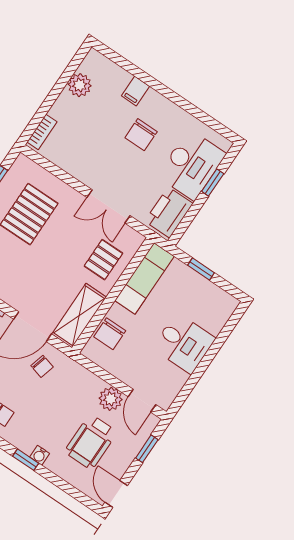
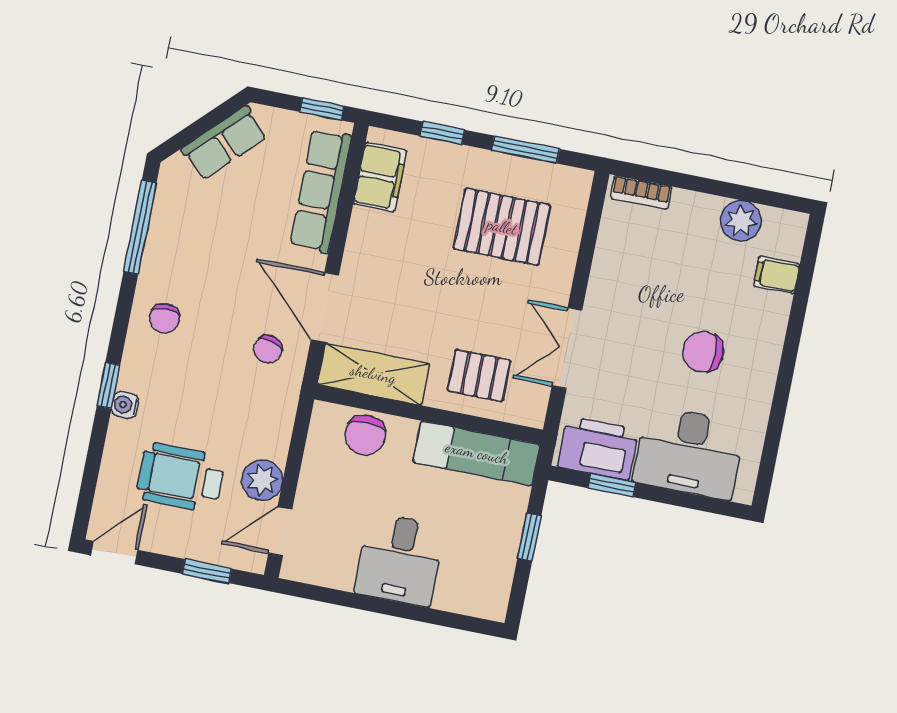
filing cabinet: (135, 91) -> (777, 275), moved
window: (213, 183) -> (612, 485), moved
chair: (110, 334) -> (365, 435), turned -90

